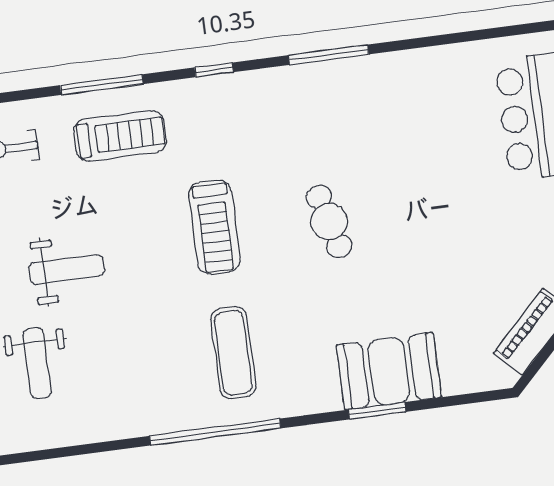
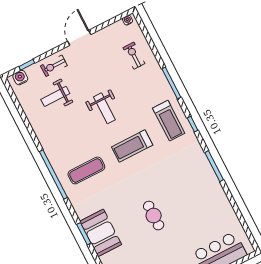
treadmill: (120, 136) -> (169, 121), moved
cafe table: (329, 222) -> (154, 216), moved, turned -75
weight bench: (67, 269) -> (104, 108), moved

